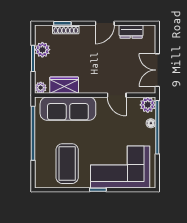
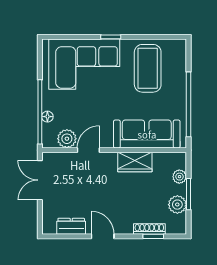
door: (105, 23) -> (103, 236), hinge flipped
double door: (157, 70) -> (40, 180), swing flipped
wardrobe: (64, 85) -> (135, 162), moved
plant: (41, 88) -> (179, 177), moved
door: (117, 95) -> (88, 150), hinge flipped
plant: (148, 105) -> (67, 139), moved

